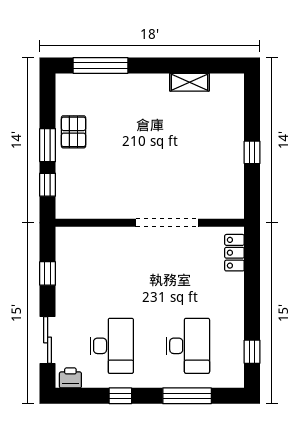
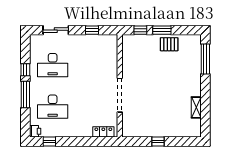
printer: (70, 378) -> (35, 131), moved
window: (187, 396) -> (25, 95), moved

